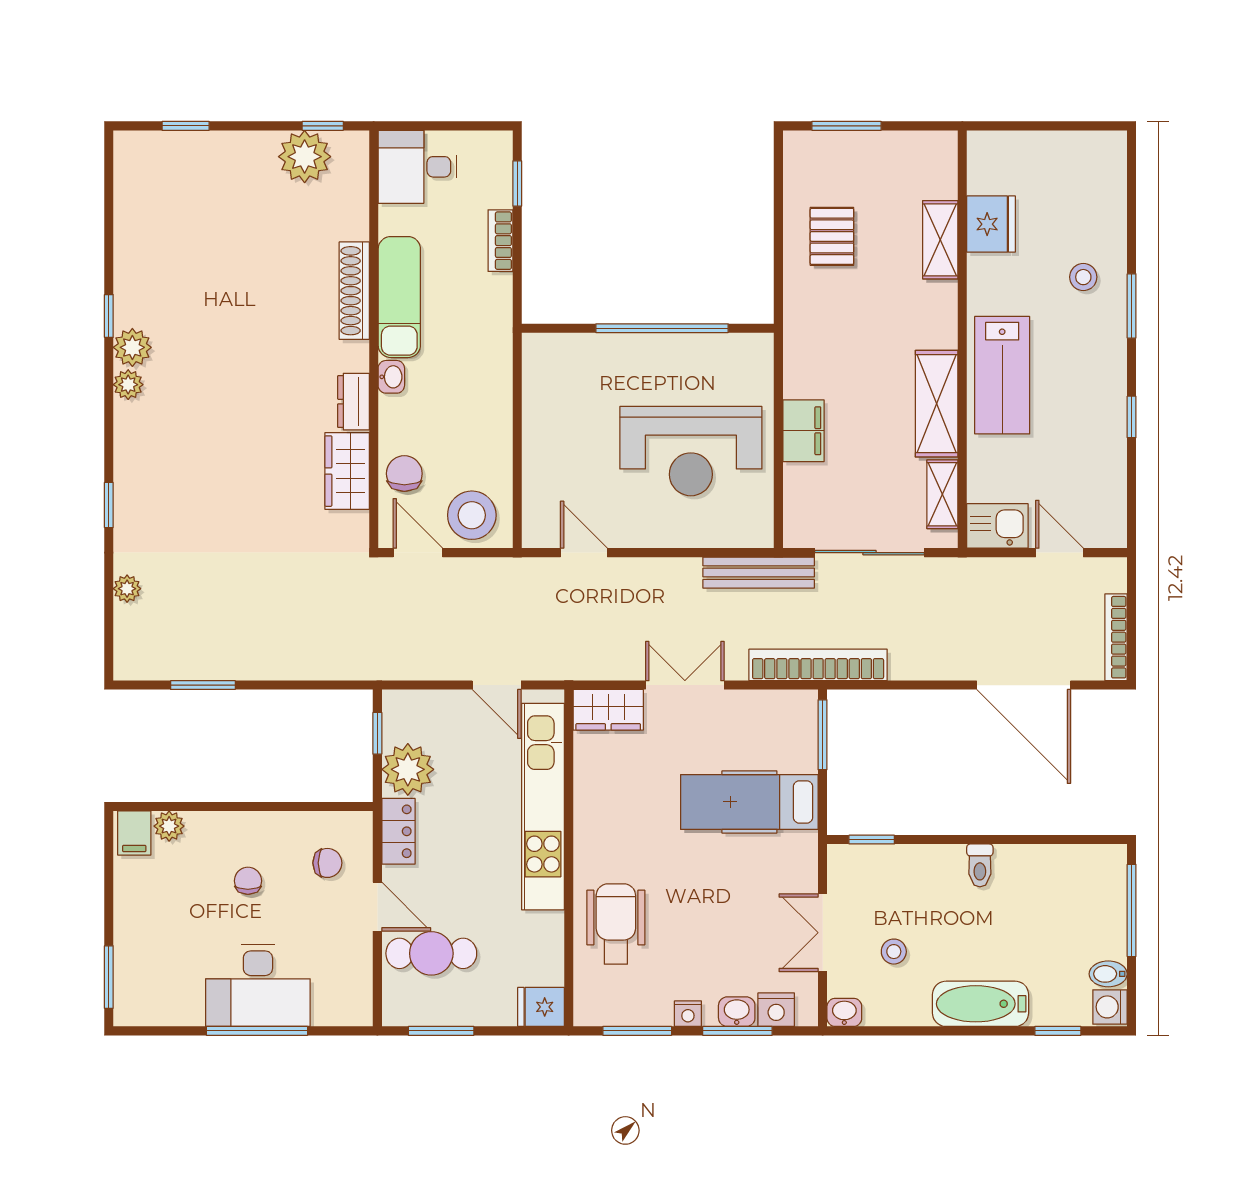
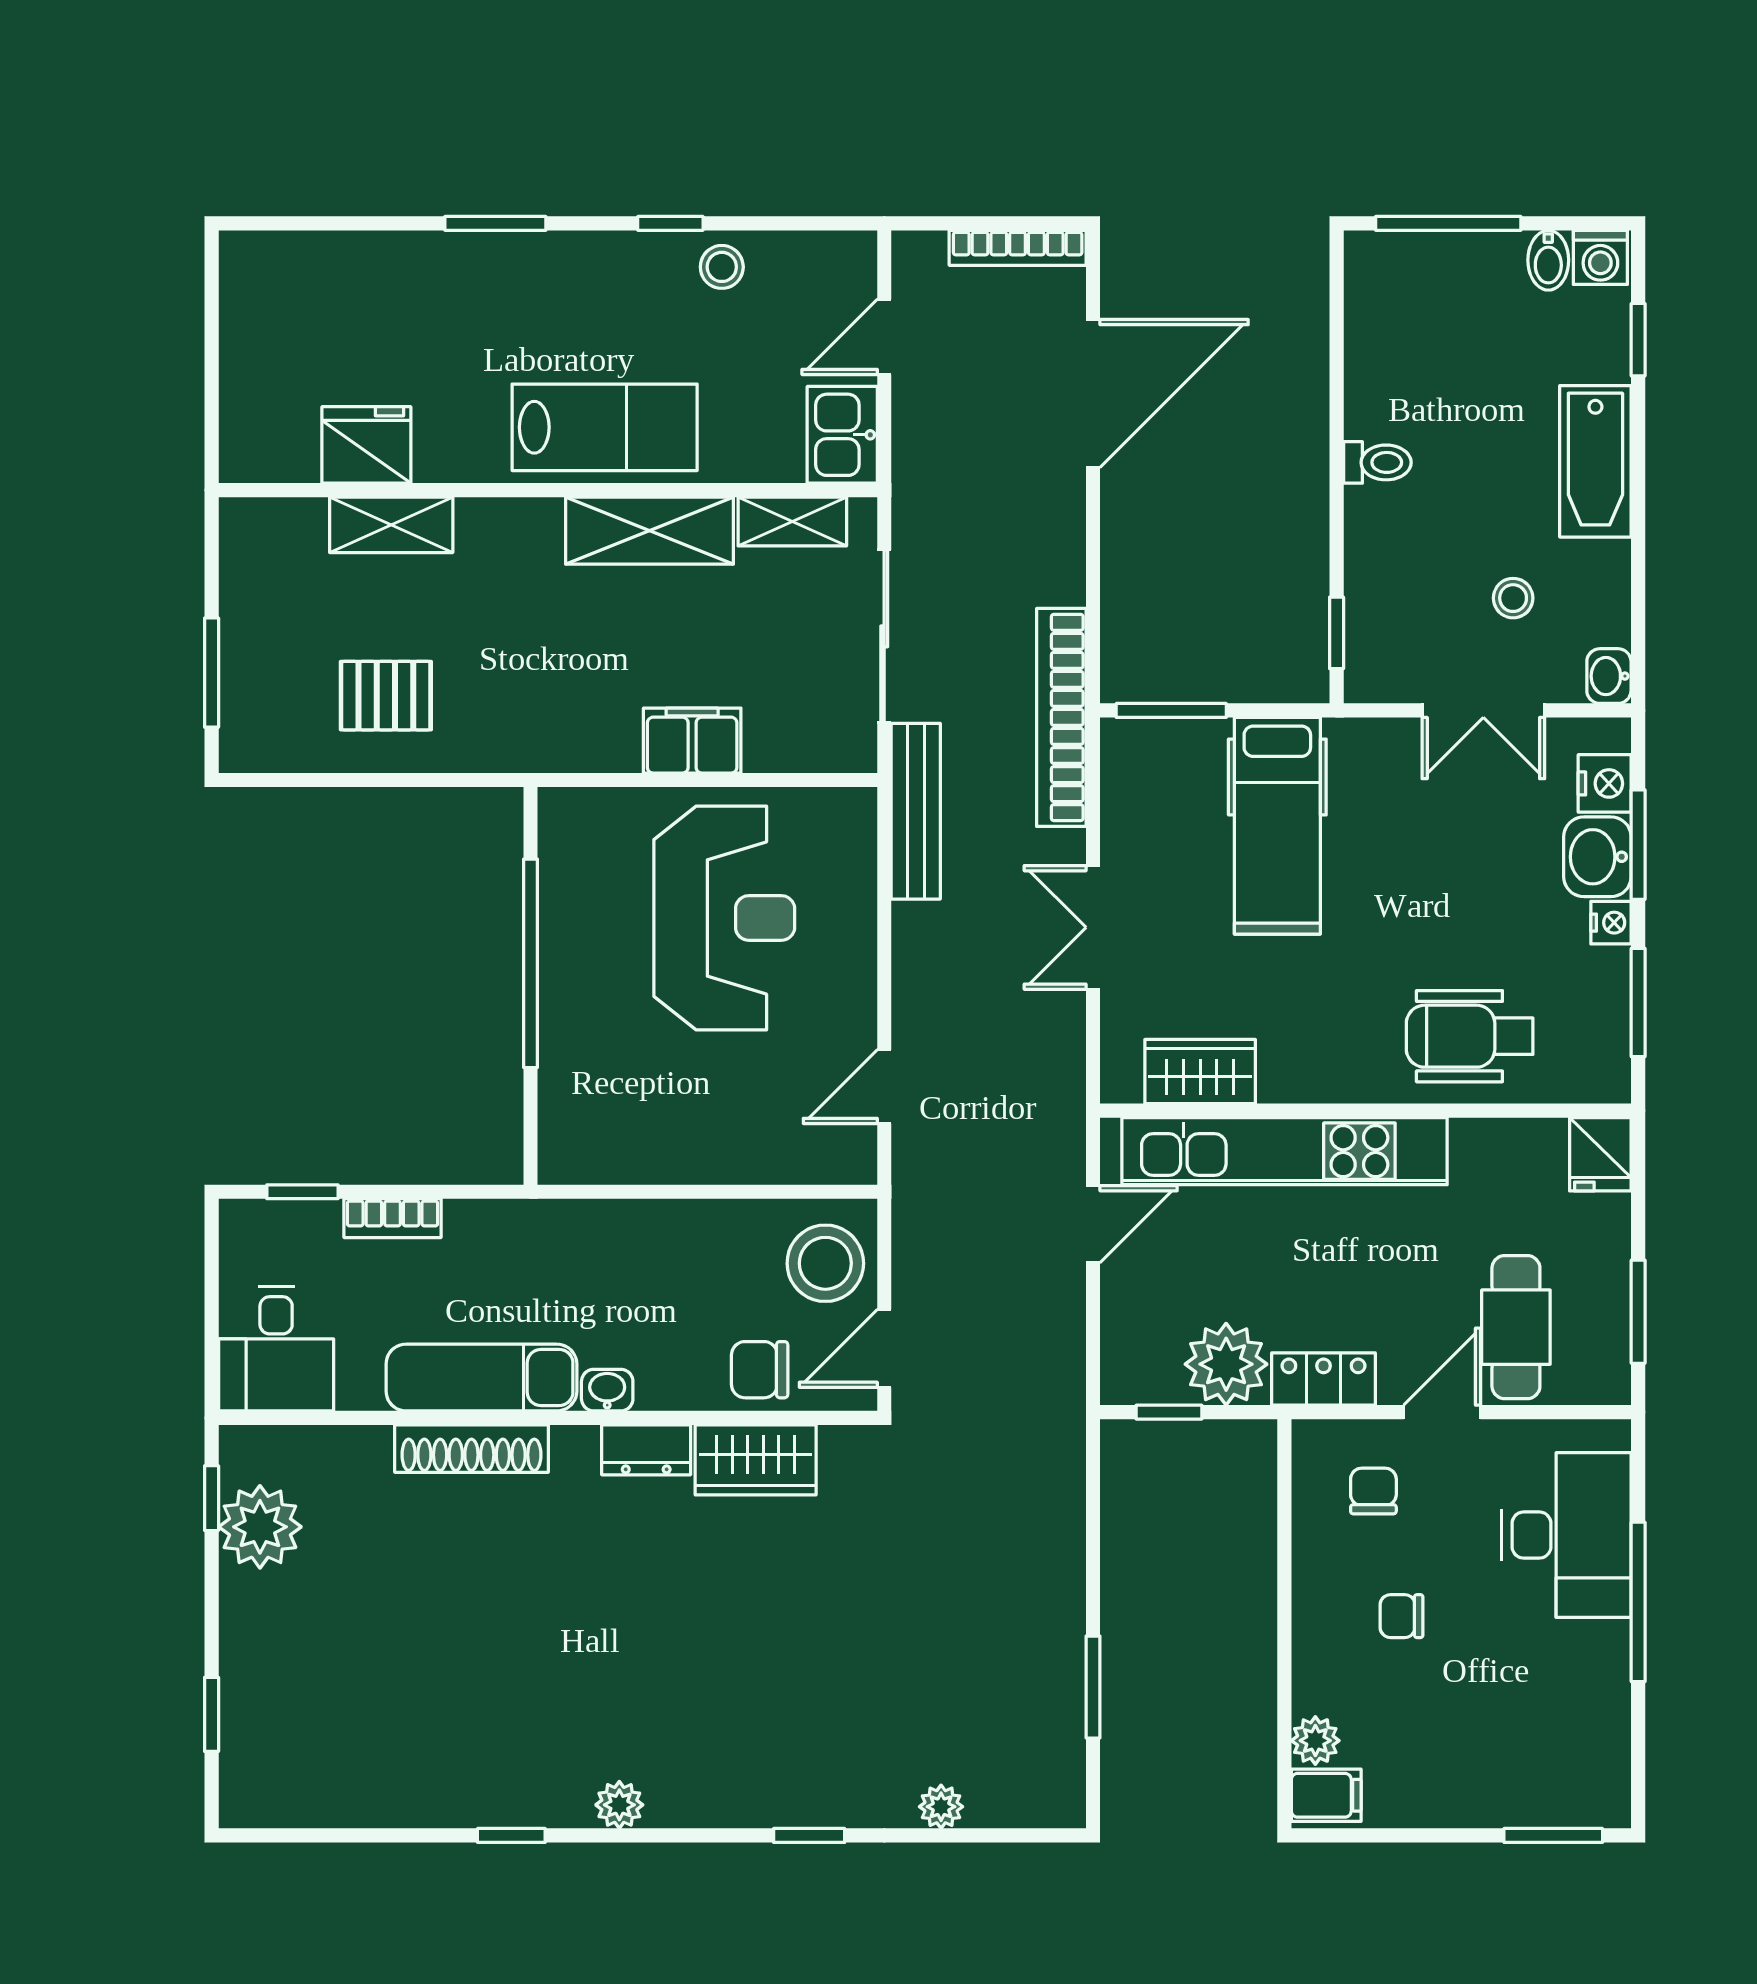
stool: (1083, 277) -> (722, 267), moved
plant: (132, 347) -> (561, 1798), removed
wardrobe: (608, 710) -> (1200, 1072), moved, turned -90
desk: (258, 985) -> (1566, 1535), moved
washbasin: (737, 1012) -> (1597, 857), width x1.38, depth x1.45

